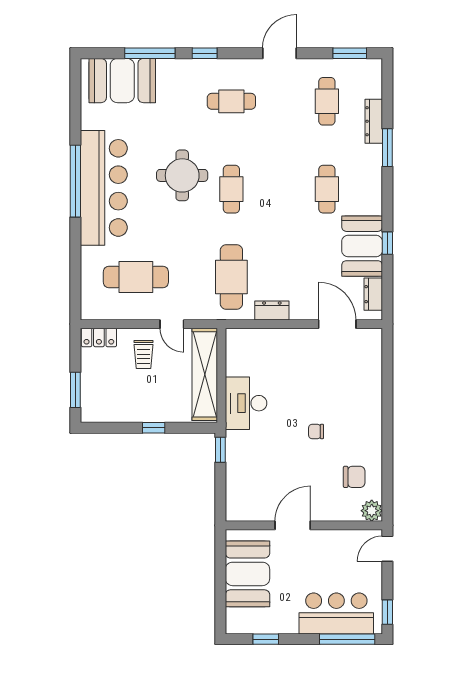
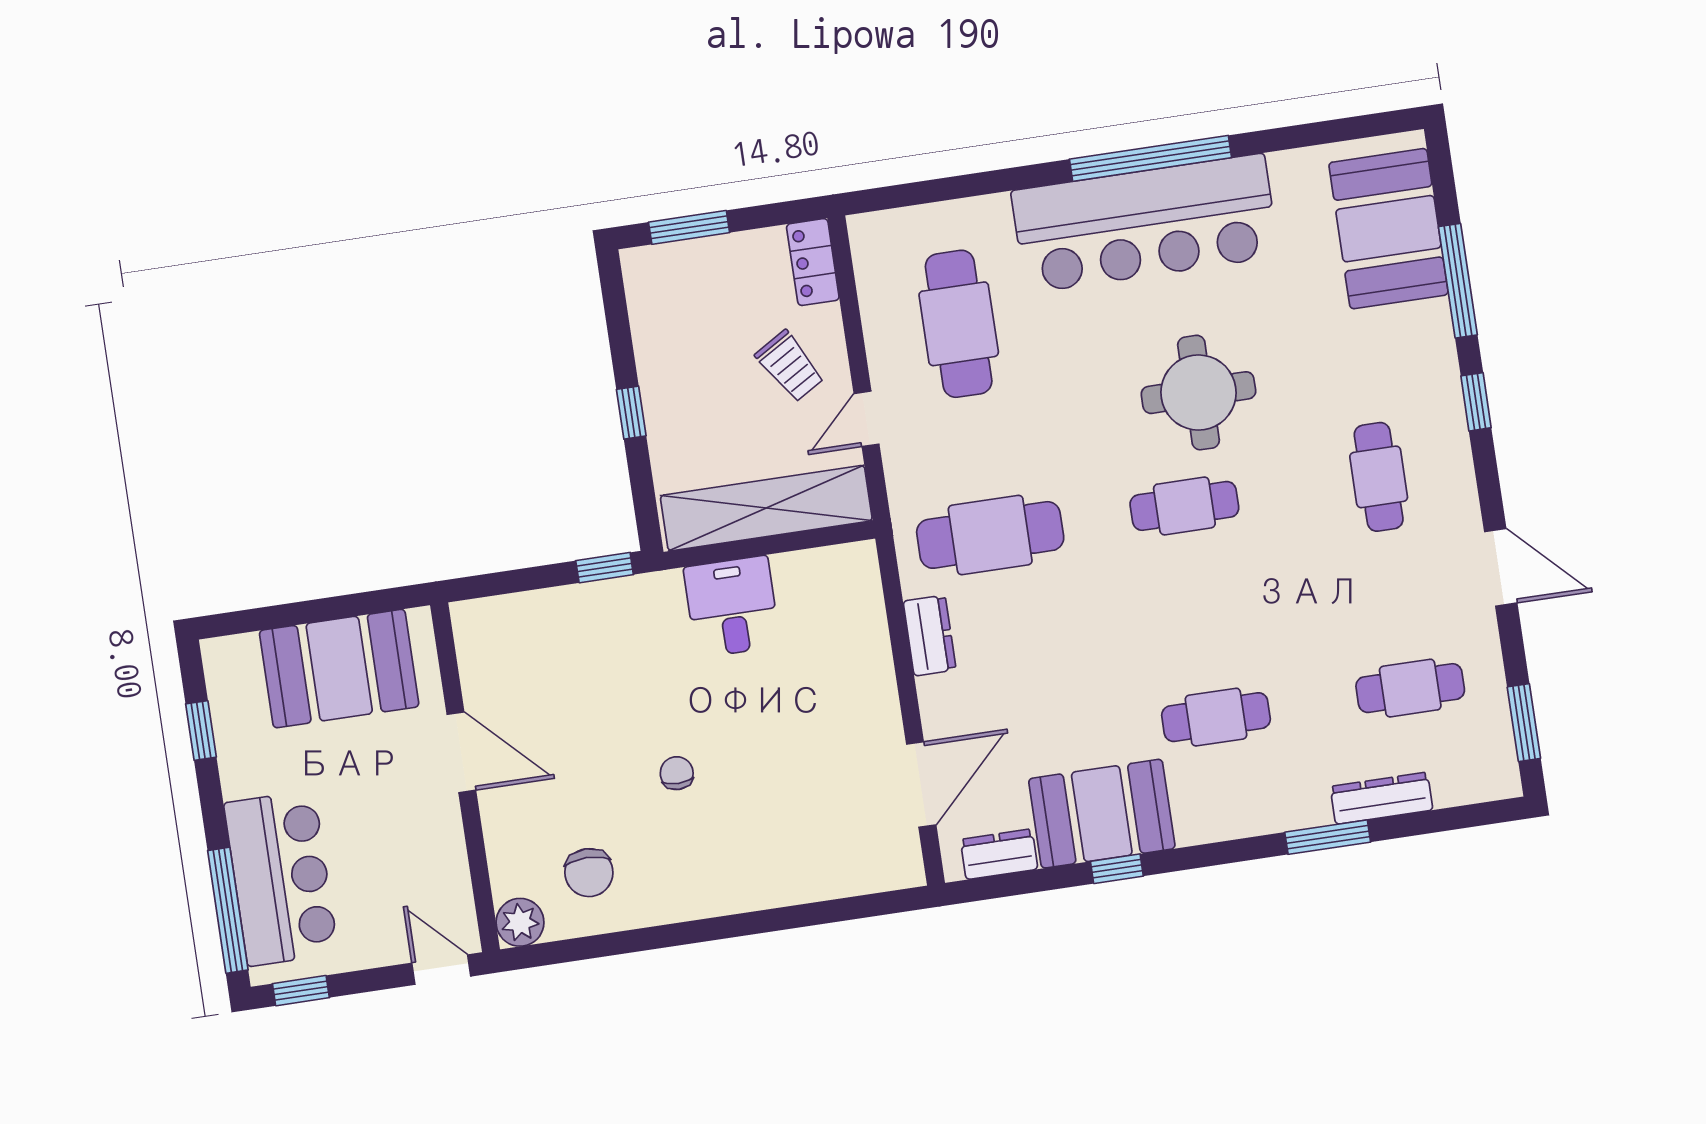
trolley: (143, 354) -> (790, 366), turned -121
desk: (246, 403) -> (732, 607), width x0.73

